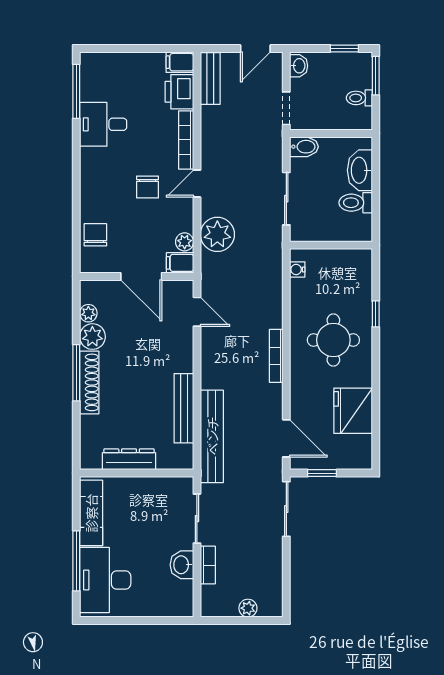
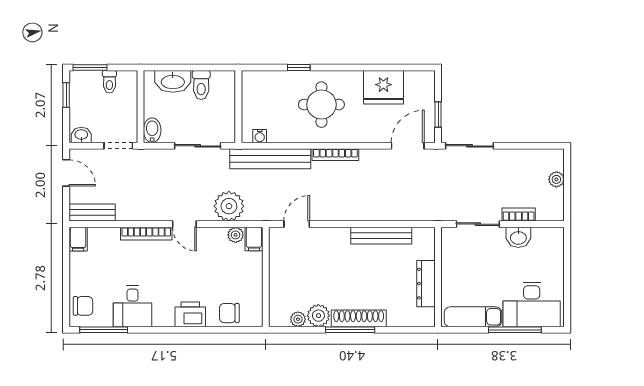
printer: (179, 92) -> (190, 314), moved, turned 180
chair: (147, 187) -> (83, 306), moved
door: (141, 276) -> (266, 273), removed
bench: (212, 436) -> (270, 159), moved

